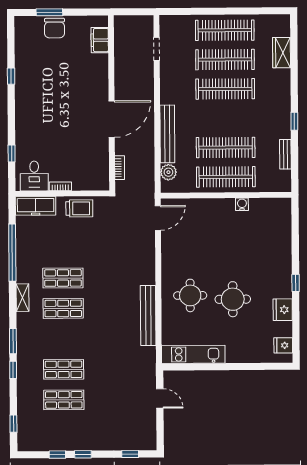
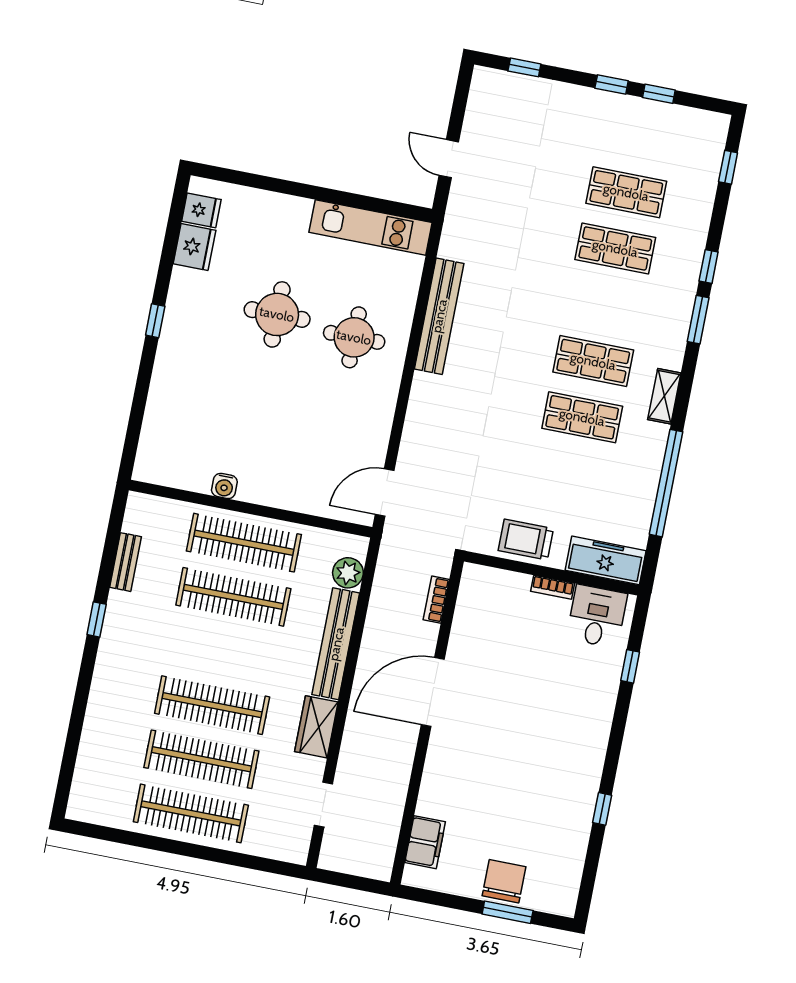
wardrobe: (282, 53) -> (316, 727), moved, turned 180
fridge: (283, 310) -> (195, 247), moved

